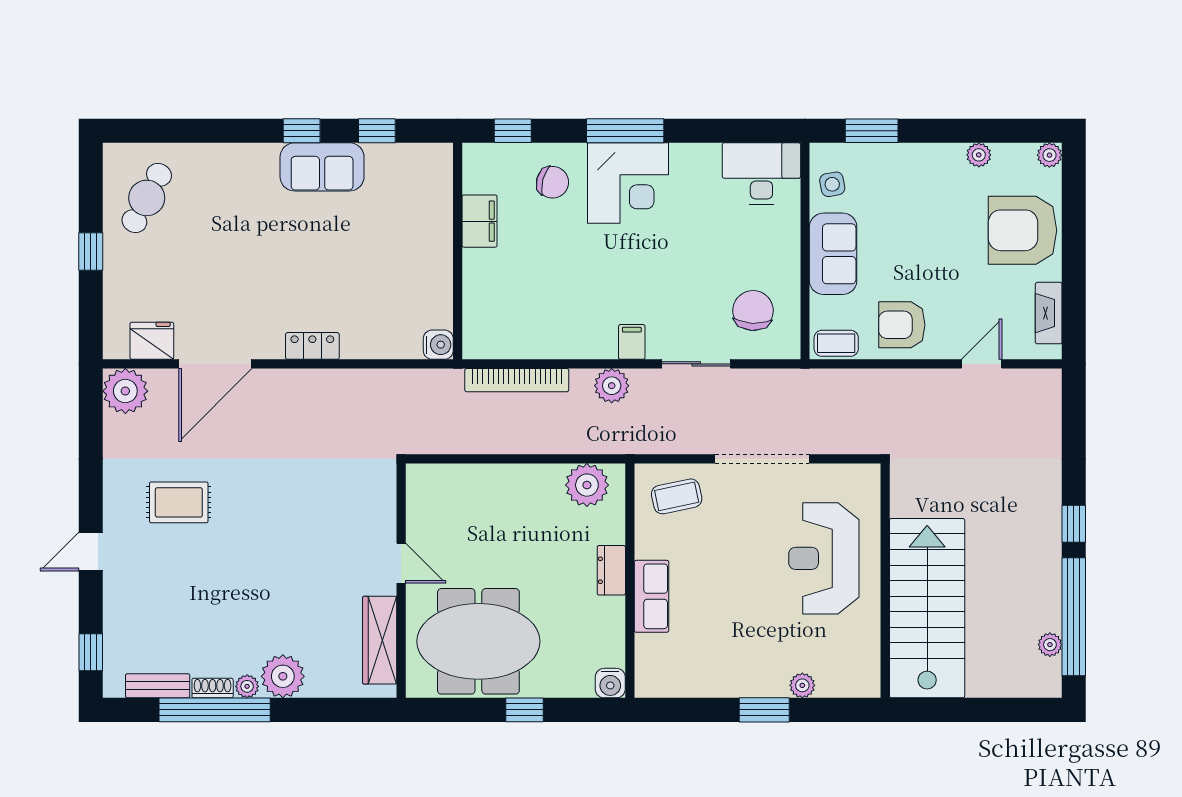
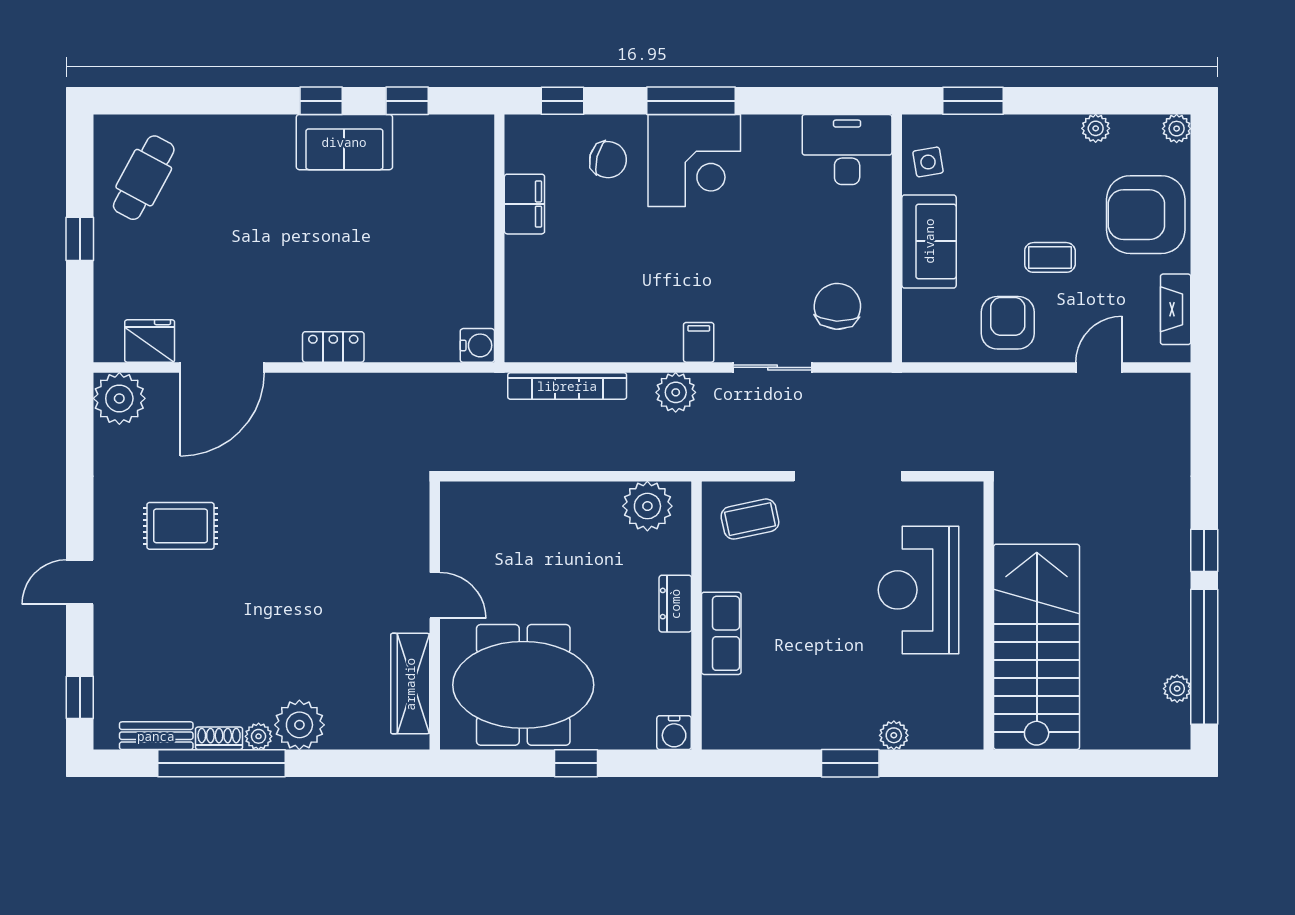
armchair: (902, 325) -> (1008, 323), turned 90
coffee table: (836, 343) -> (1050, 257), moved

